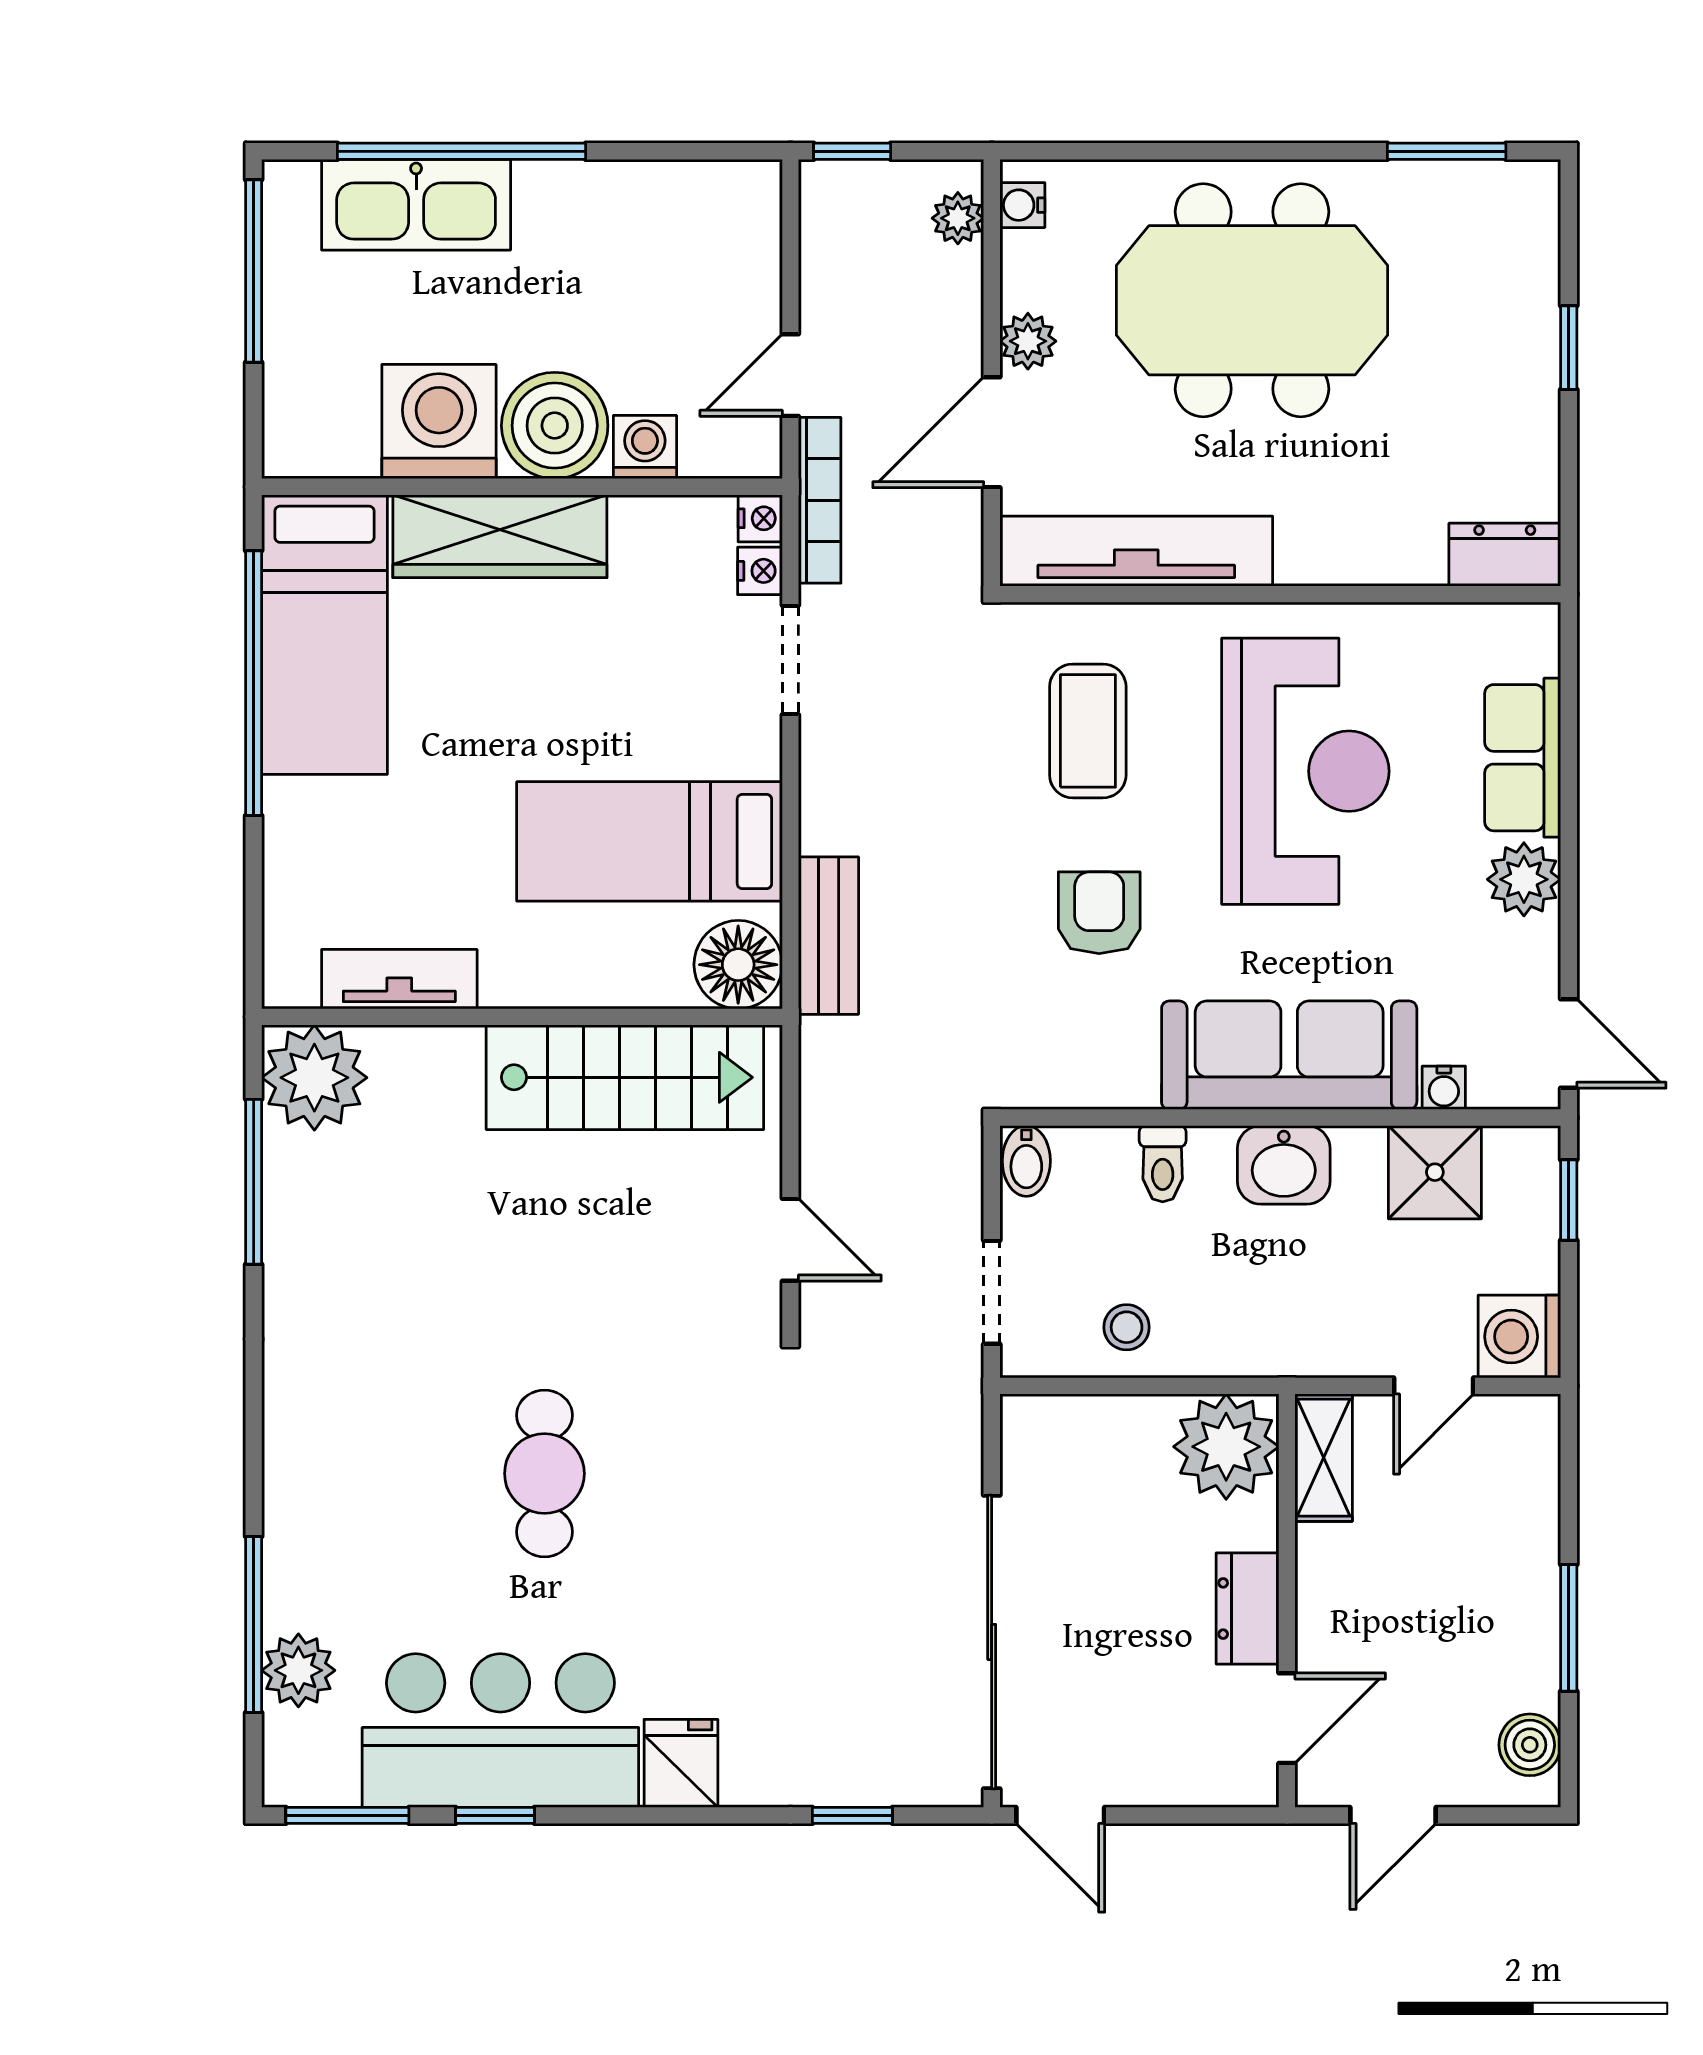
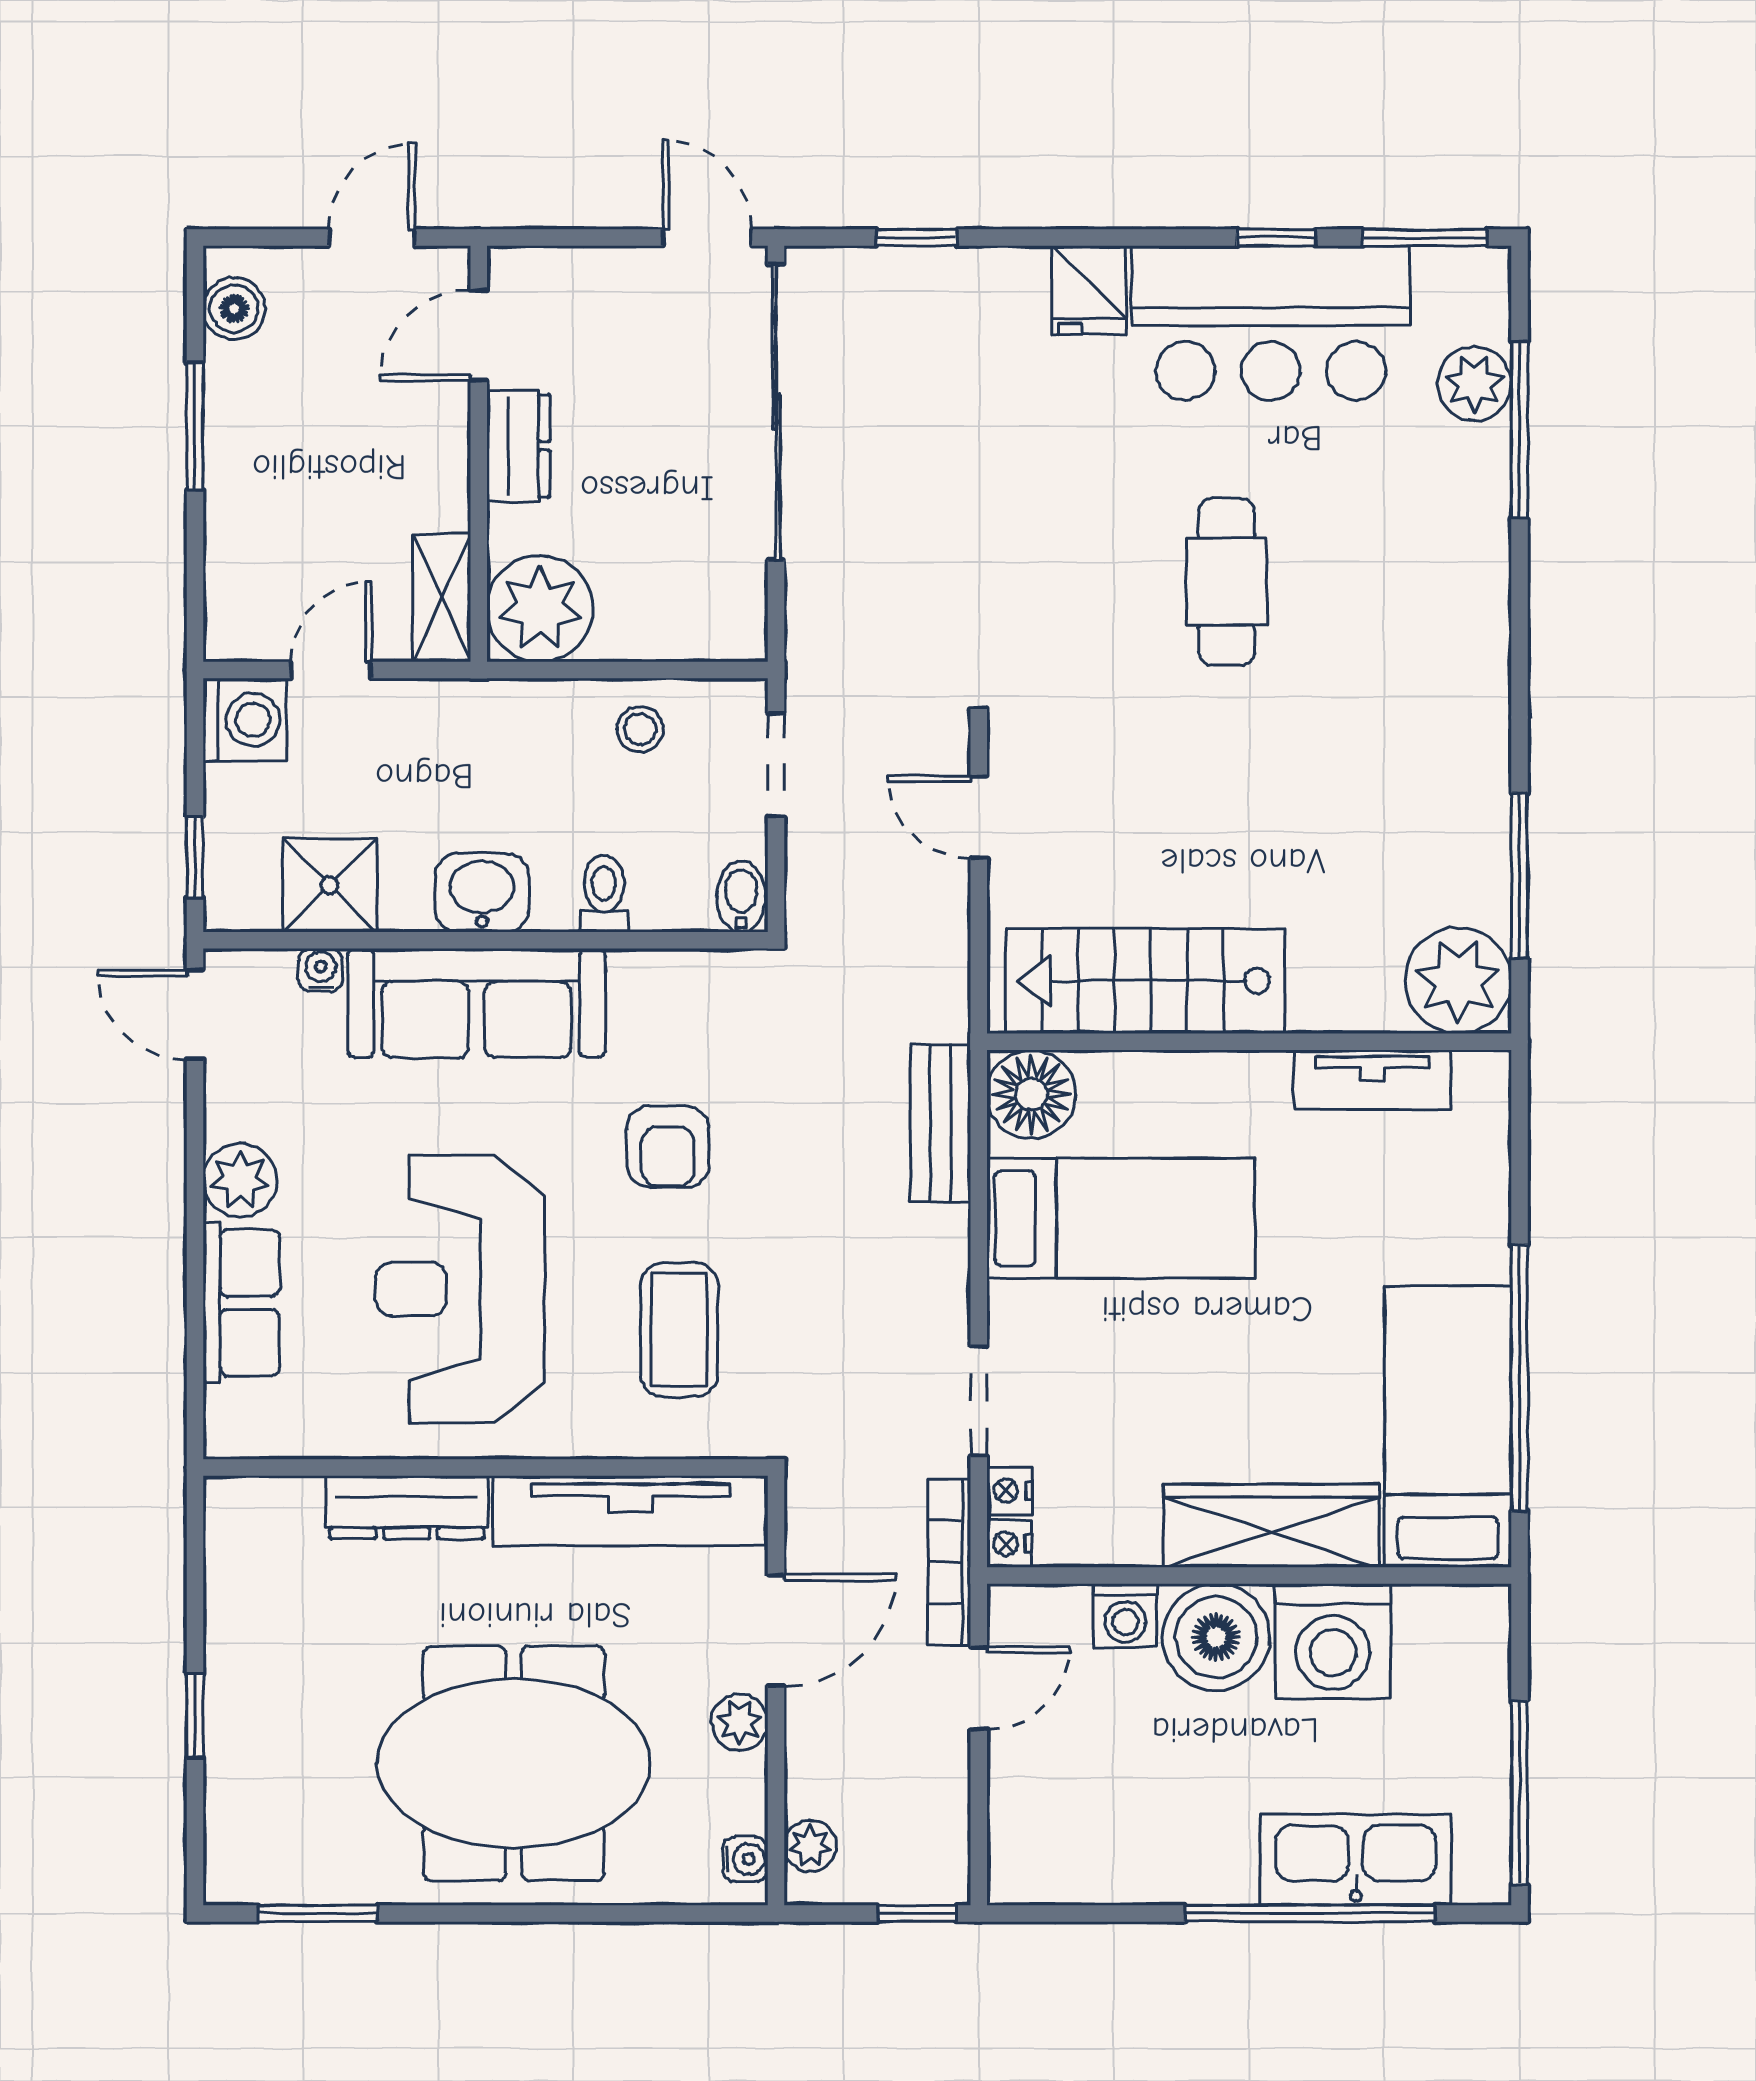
dresser: (1505, 555) -> (407, 1507), moved, width x1.44

